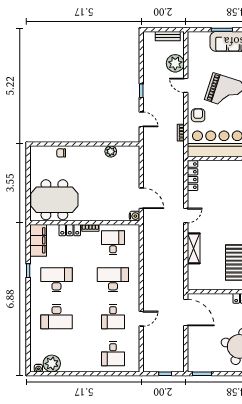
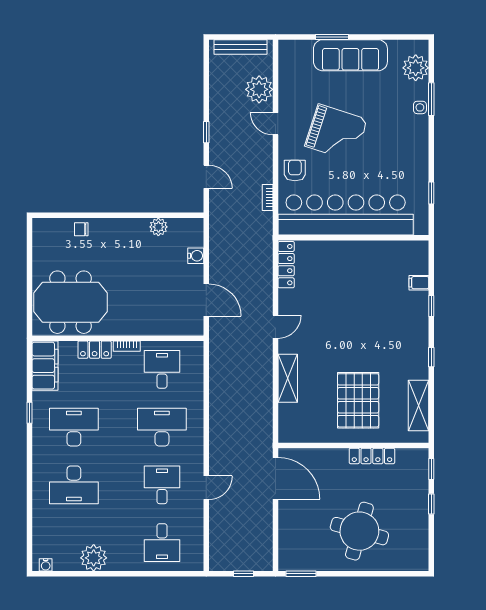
bench: (168, 36) -> (240, 47), width x1.36
water cooler: (135, 216) -> (196, 256), moved
desk: (113, 317) -> (162, 485), turned 180
plant: (52, 364) -> (94, 558), moved

